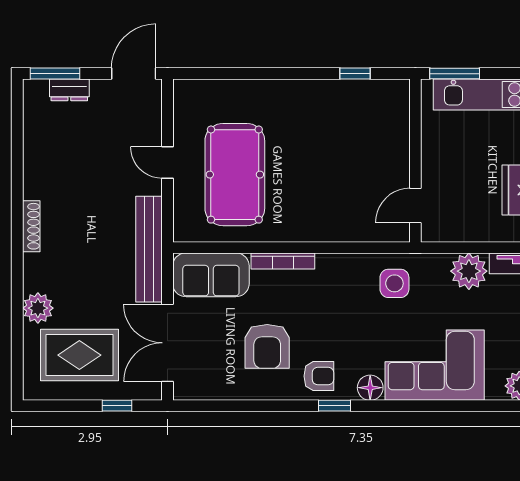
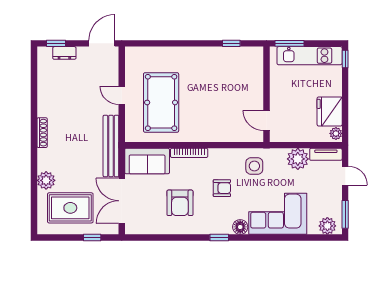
window: (55, 74) -> (56, 43), width x0.67
door: (415, 205) -> (267, 121), hinge flipped
armchair: (319, 376) -> (222, 188), moved

